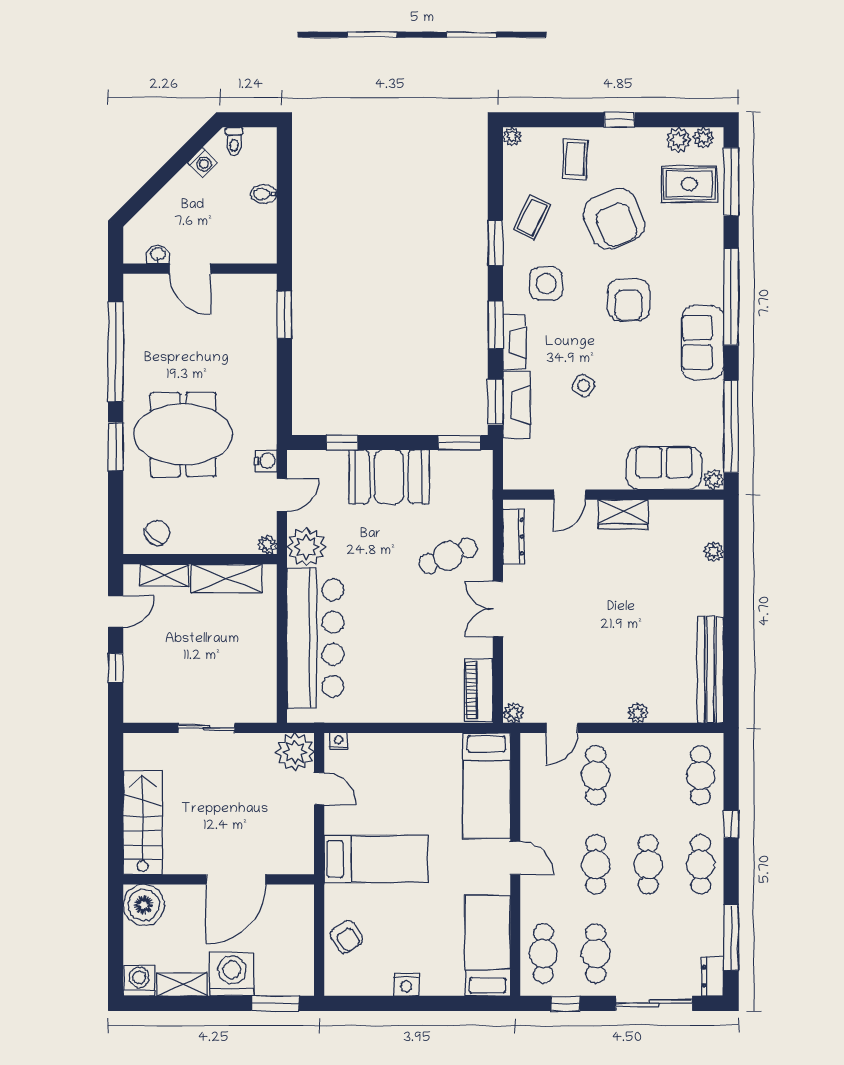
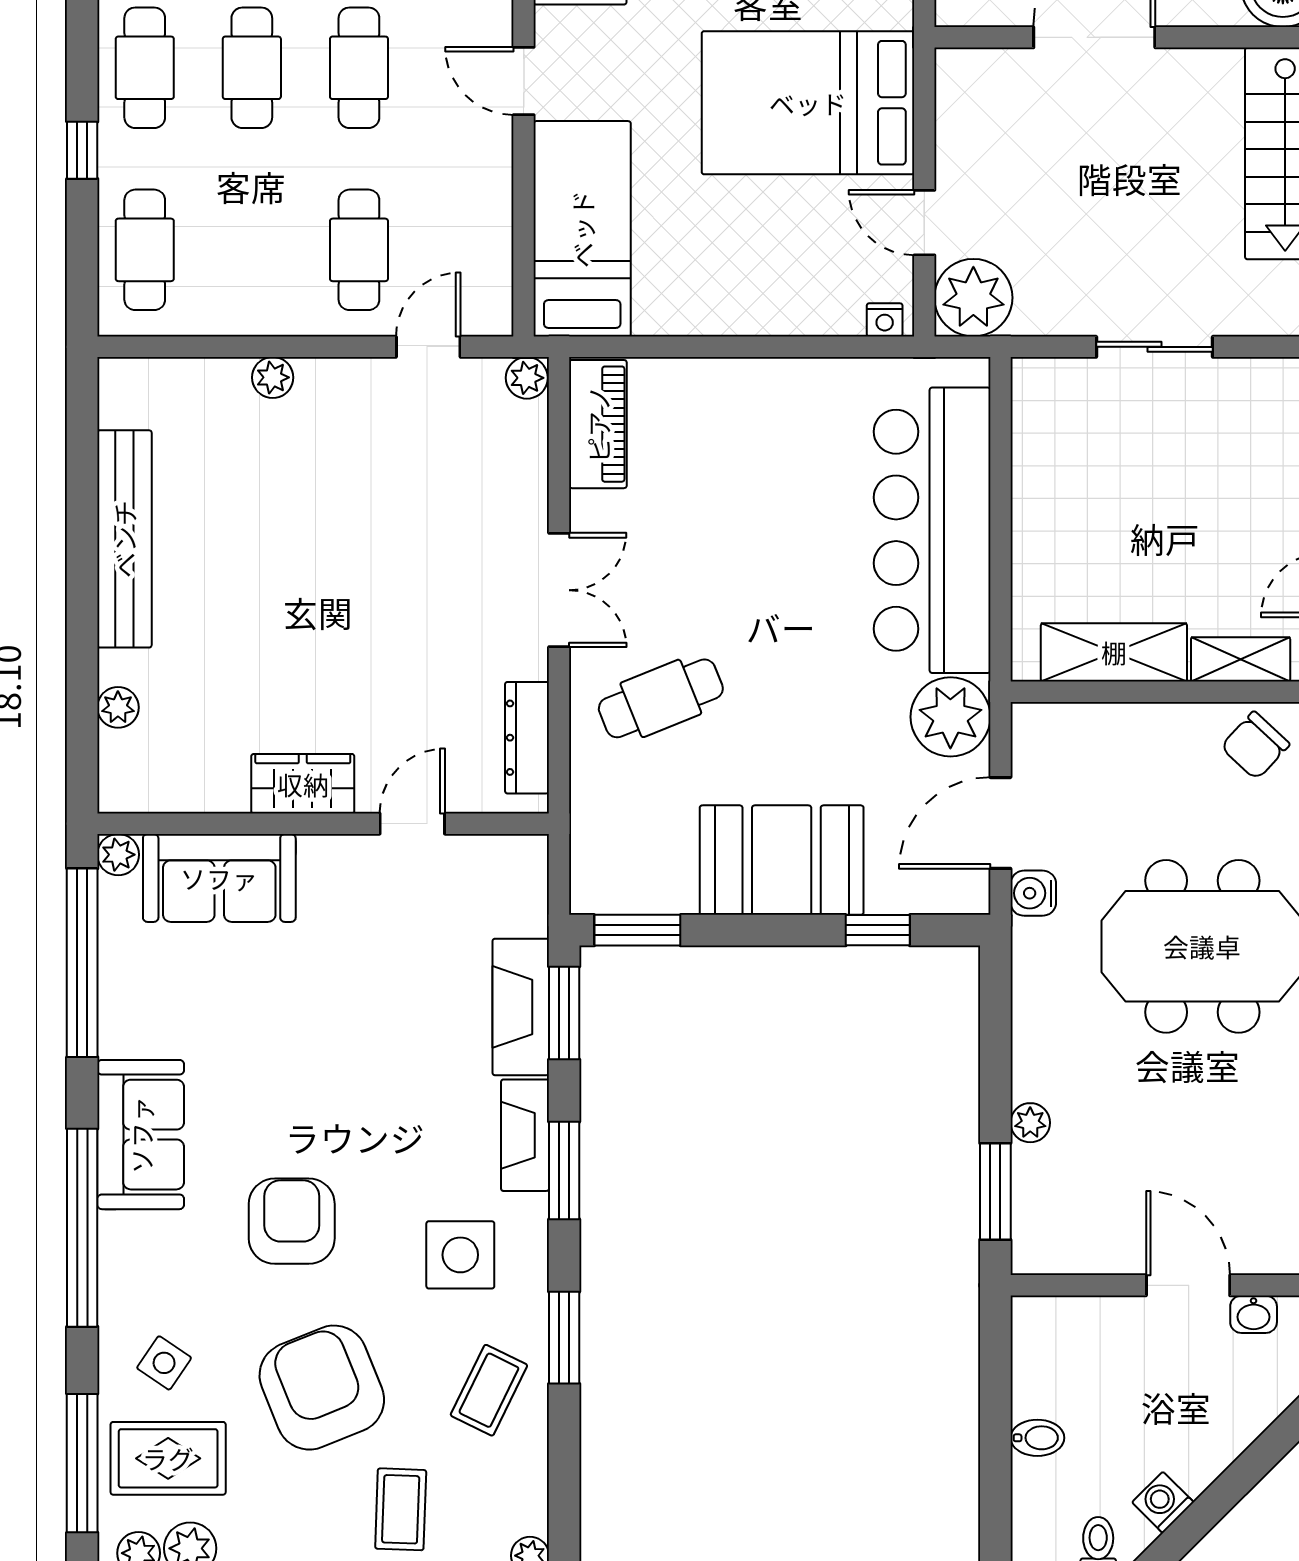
side table: (583, 385) -> (164, 1363), moved
door: (282, 495) -> (1000, 823), width x1.38
plant: (267, 545) -> (1030, 1123), moved
bench: (710, 670) -> (124, 539), moved
bed: (376, 859) -> (808, 103), width x1.50

